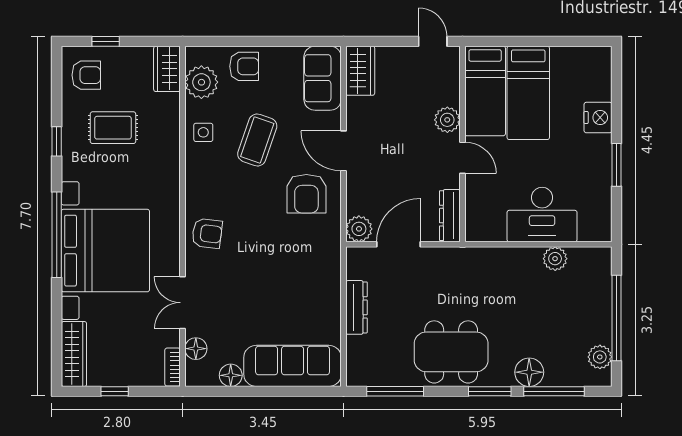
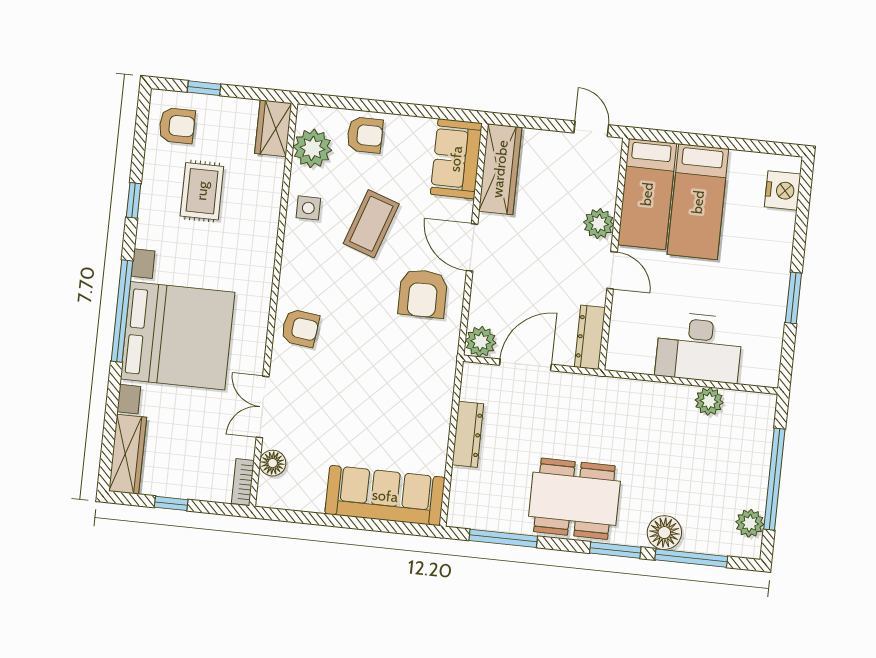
wardrobe: (360, 71) -> (500, 169), width x1.50
nightstand: (598, 118) -> (783, 190), moved
rug: (113, 128) -> (202, 191), turned 90
floor lamp: (231, 375) -> (311, 499), removed

